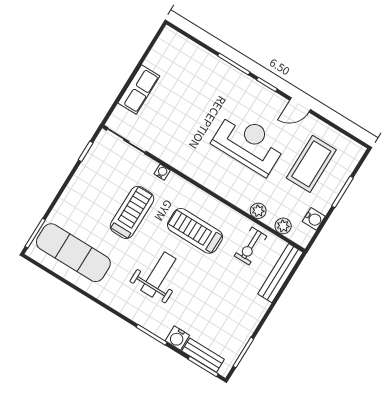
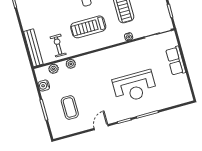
reception desk: (249, 143) -> (134, 87), moved
coffee table: (311, 164) -> (70, 107), width x0.73, depth x0.76
treadmill: (195, 231) -> (88, 27), turned 180

